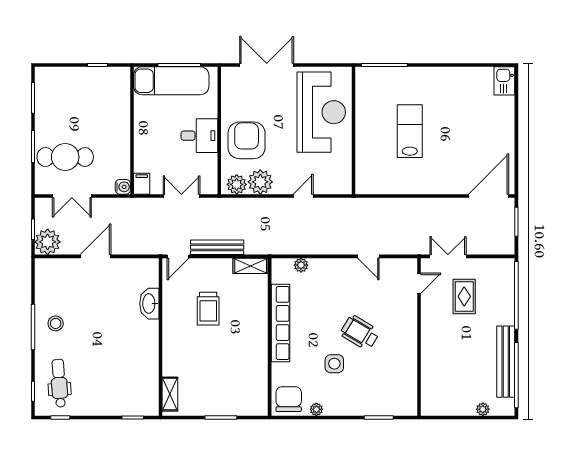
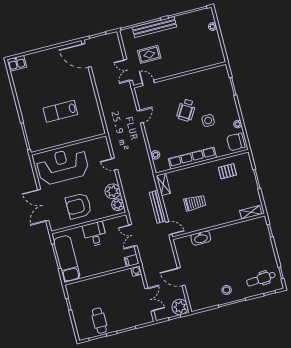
armchair: (247, 140) -> (79, 206), moved
cafe table: (65, 157) -> (99, 321), moved, width x0.73, depth x0.74
bench: (506, 362) -> (154, 27), moved
pallet: (245, 374) -> (227, 171), added

